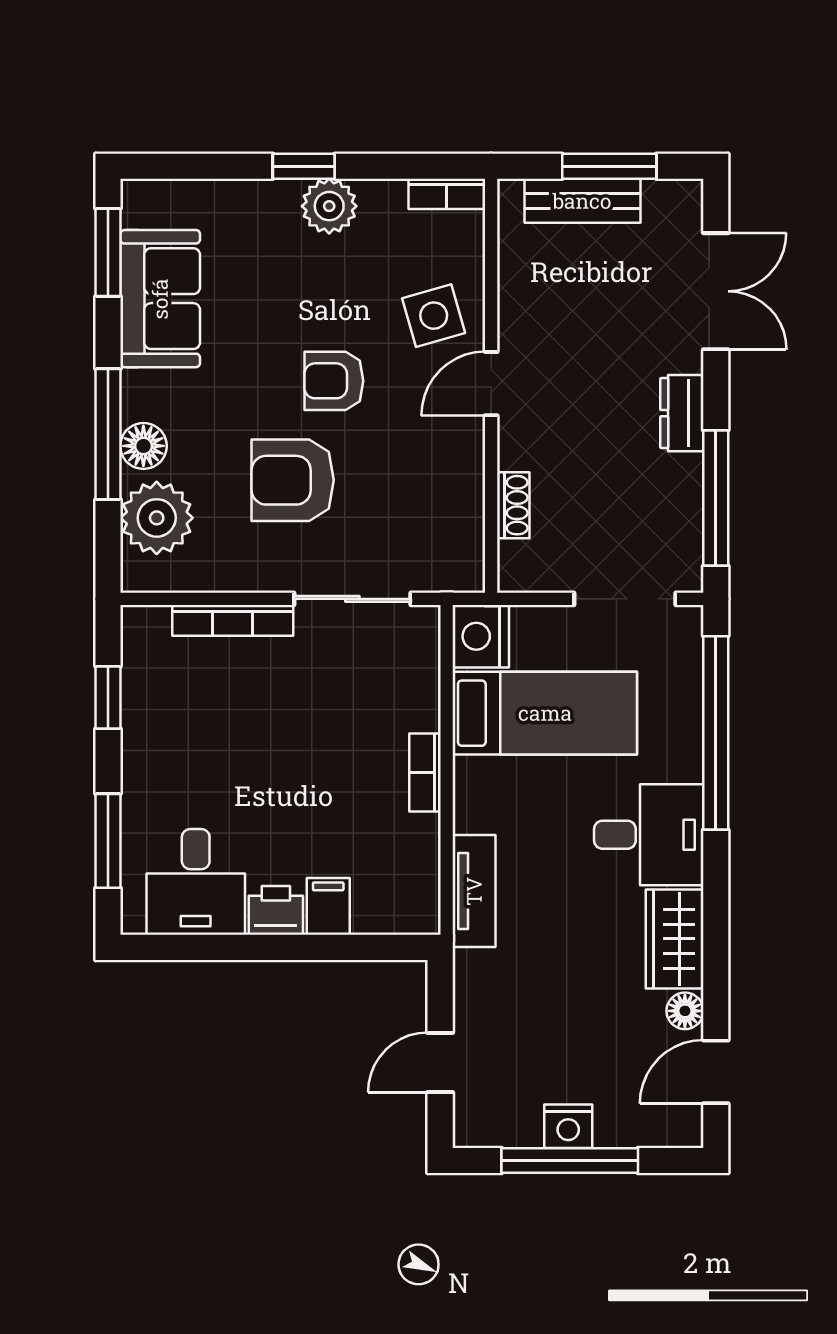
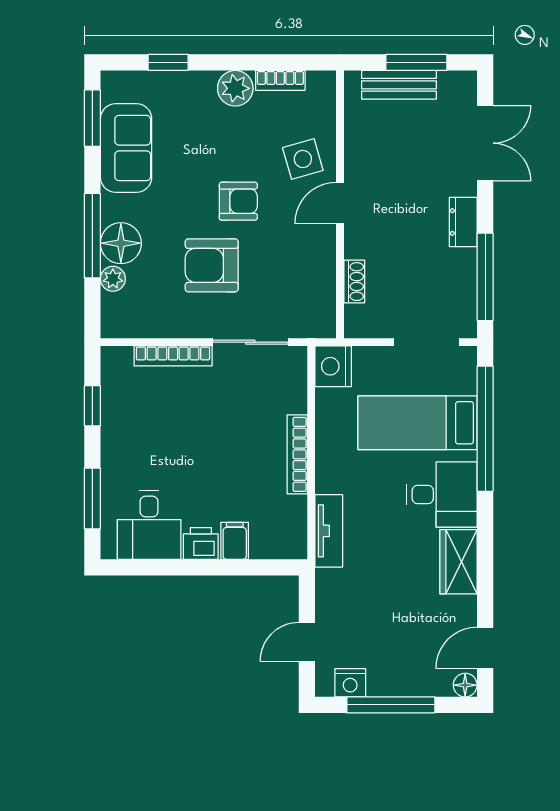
window: (304, 166) -> (168, 62), moved
bookcase: (447, 194) -> (280, 80), moved
armchair: (334, 381) -> (238, 201), turned 180
floor lamp: (143, 446) -> (121, 243), width x1.38, depth x1.38
plant: (157, 518) -> (113, 279), width x0.53, depth x0.53
bed: (545, 713) -> (417, 423), moved, turned 180
bookcase: (425, 773) -> (297, 454), width x1.56
floor lamp: (685, 1011) -> (465, 685), moved
nightstand: (568, 1126) -> (350, 683), moved

